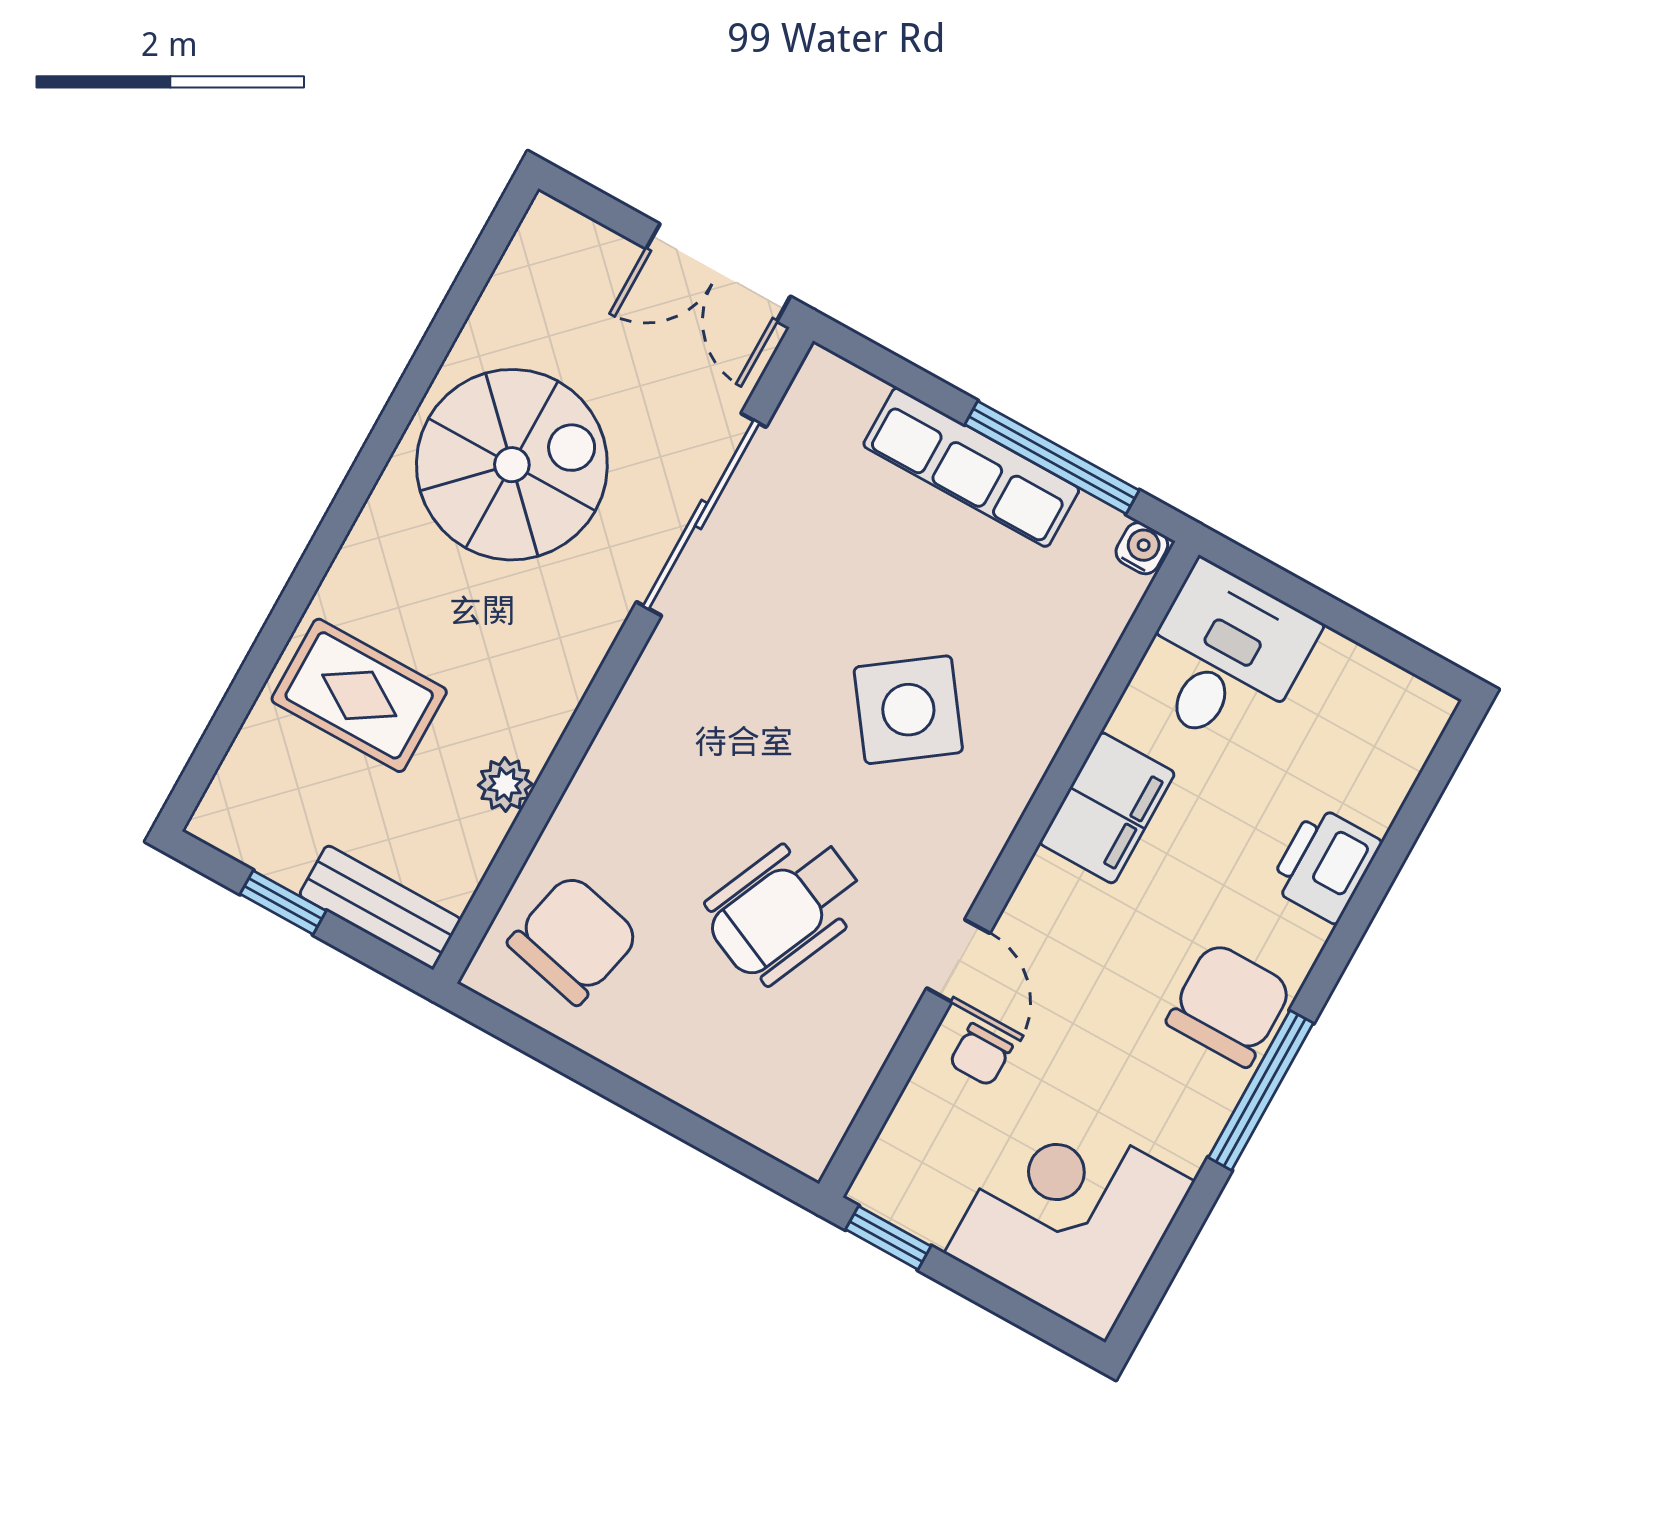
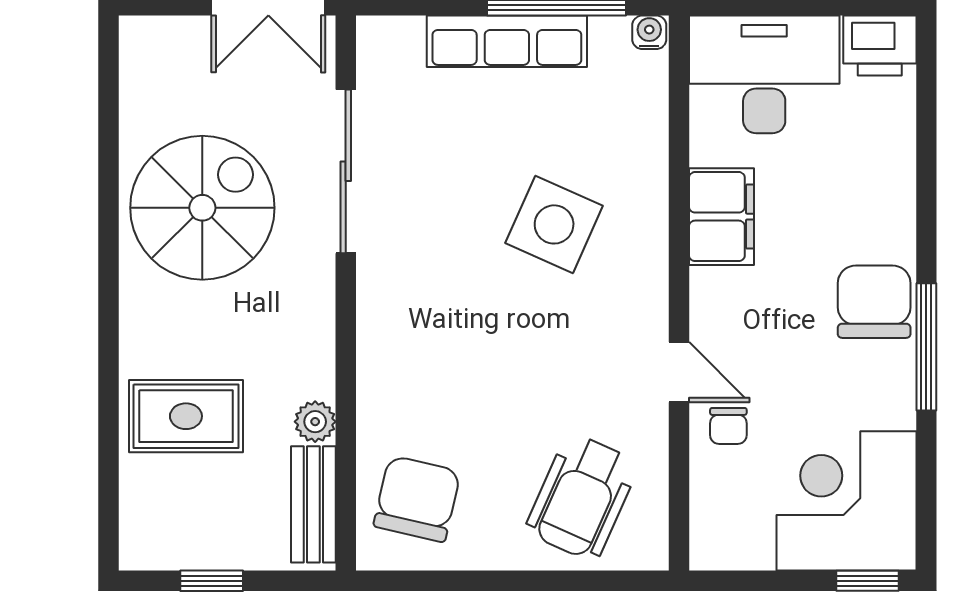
desk: (1224, 658) -> (764, 74), width x1.37
side table: (908, 710) -> (554, 224), turned -30
printer: (1325, 864) -> (880, 45), moved, turned -90
bench: (380, 907) -> (313, 504), moved, turned 90
wheelchair: (785, 908) -> (582, 497), moved
window: (888, 1238) -> (868, 581), moved

